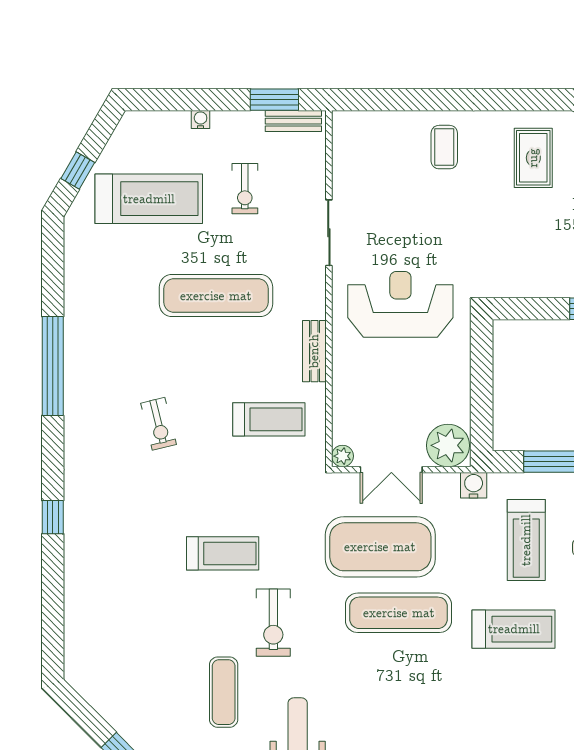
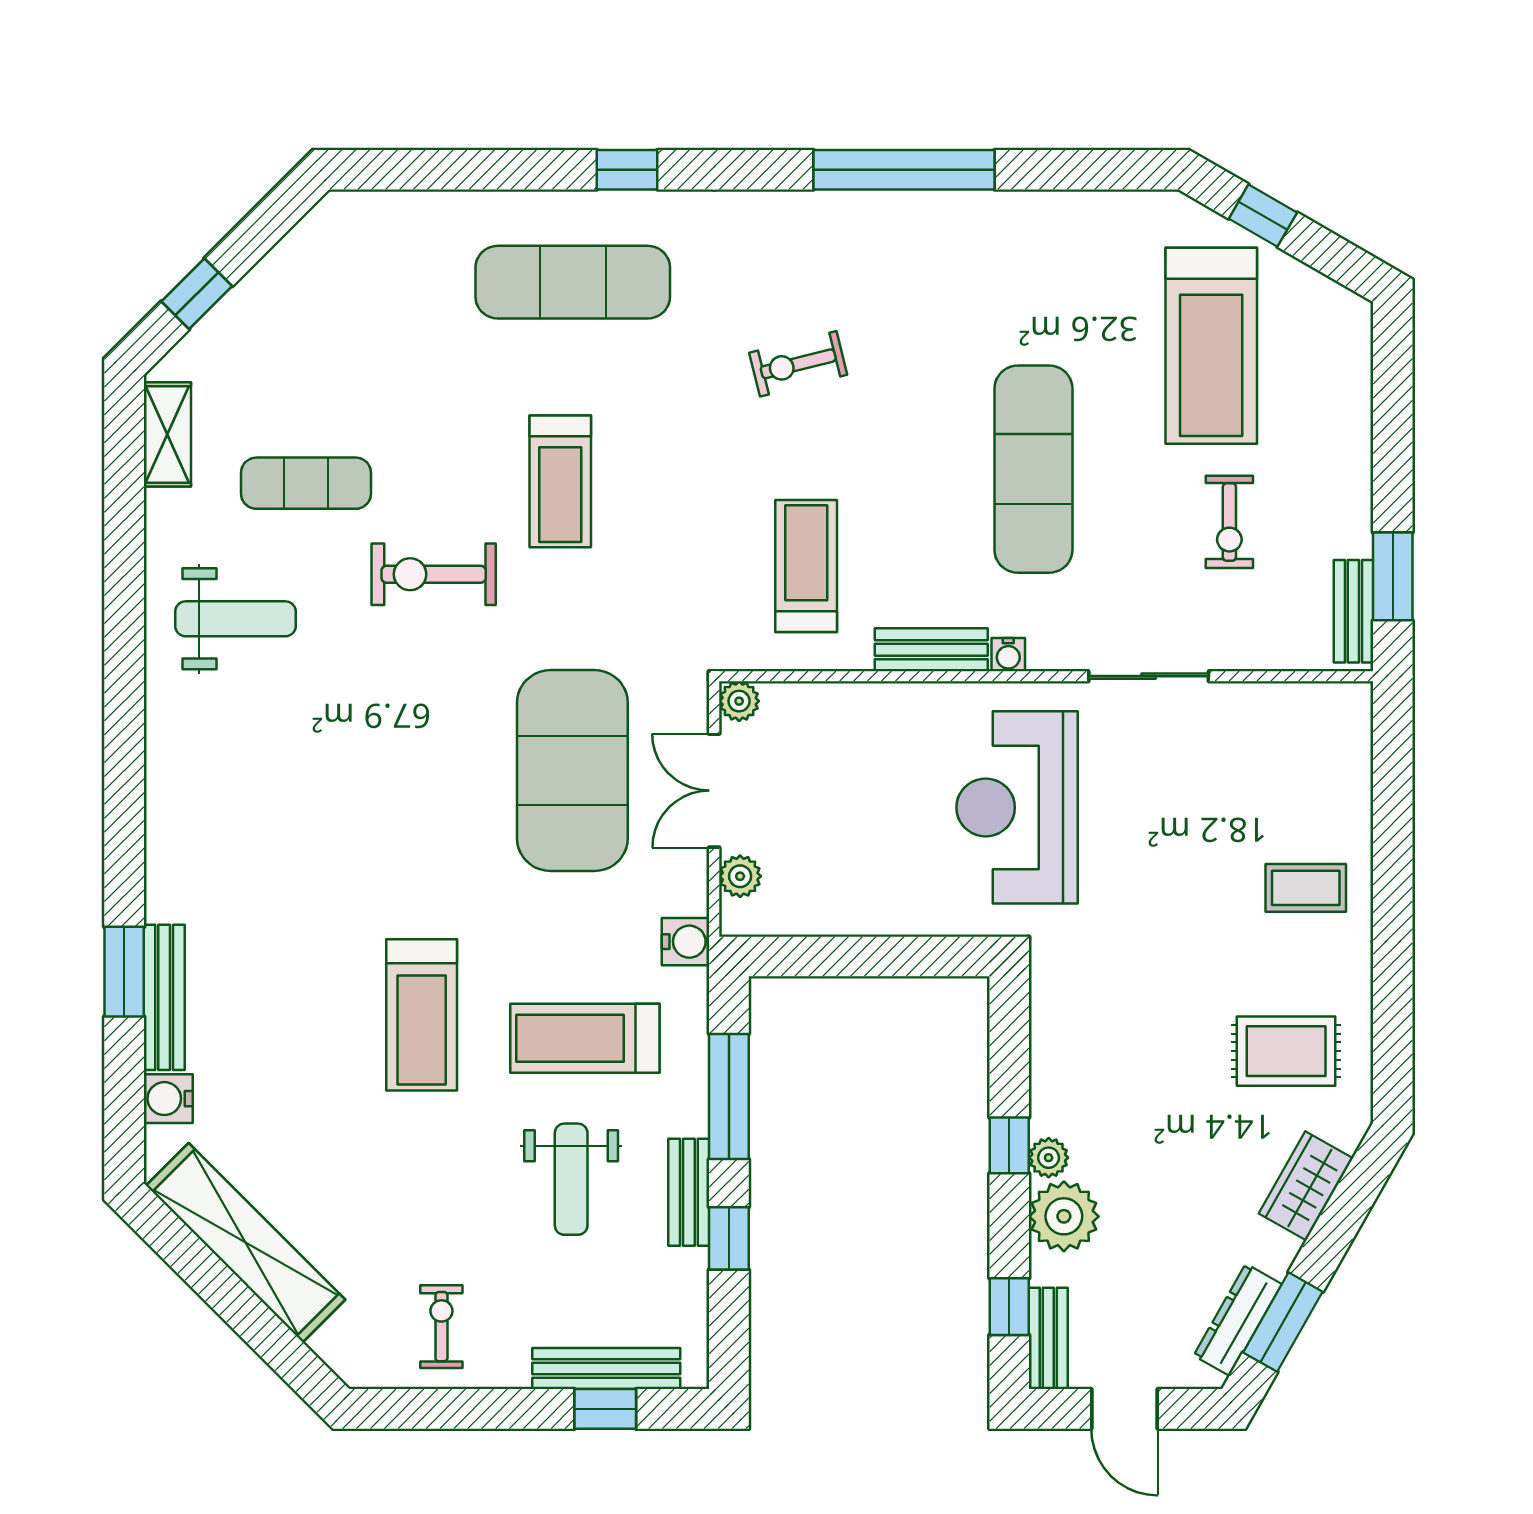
water cooler: (201, 119) -> (1008, 655), moved, turned 90
exercise bike: (245, 189) -> (1229, 522), turned -90
reception desk: (400, 304) -> (1017, 807), turned 180
treadmill: (269, 419) -> (806, 566), turned 180
plant: (448, 445) -> (740, 876), width x0.53, depth x0.53
exercise mat: (399, 613) -> (573, 282), moved, turned 90

